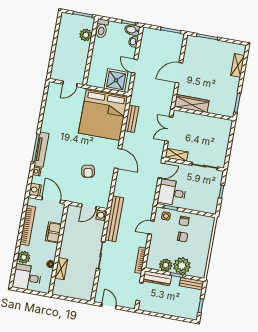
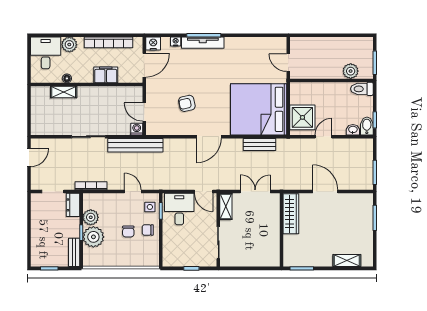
dresser: (157, 278) -> (73, 205), width x0.70

